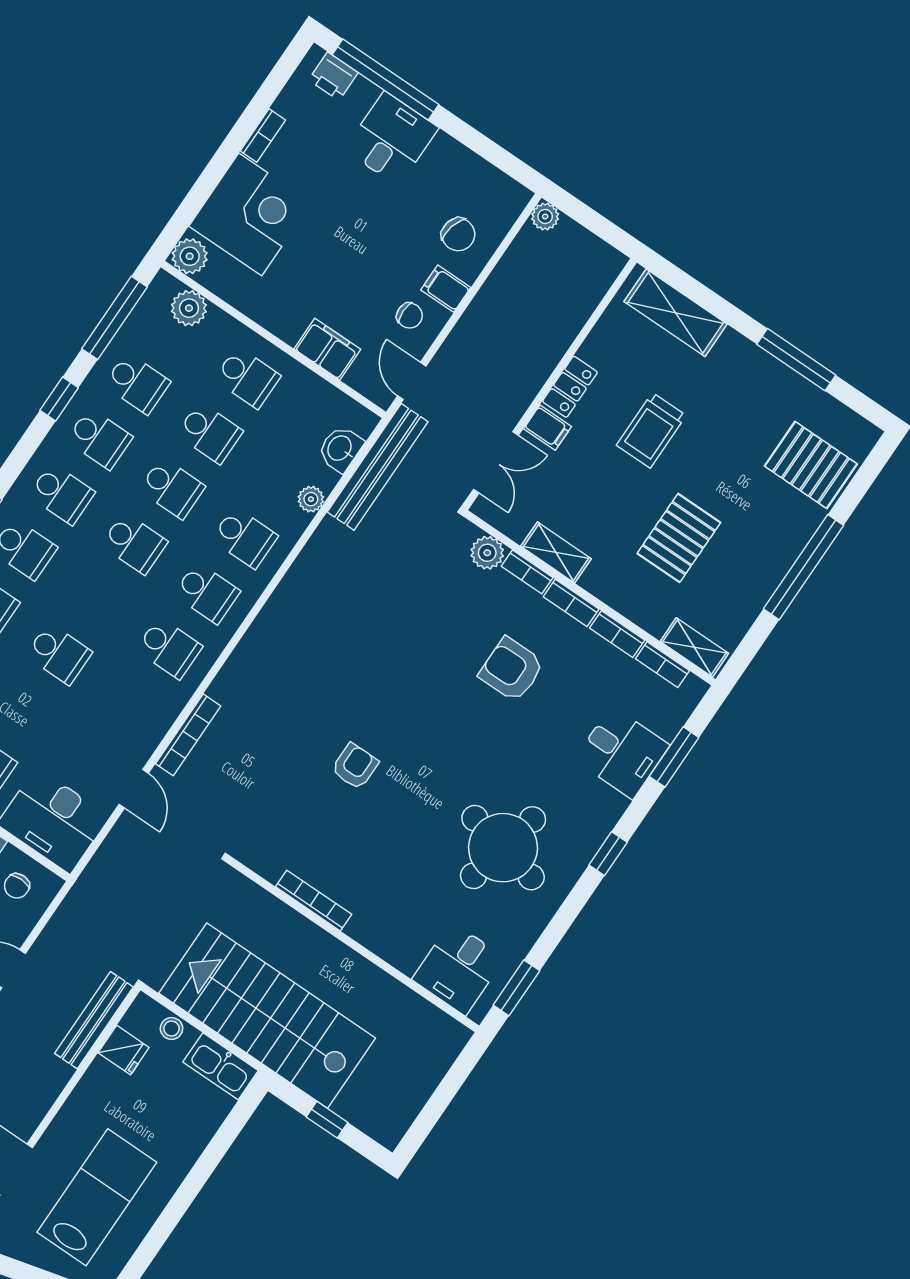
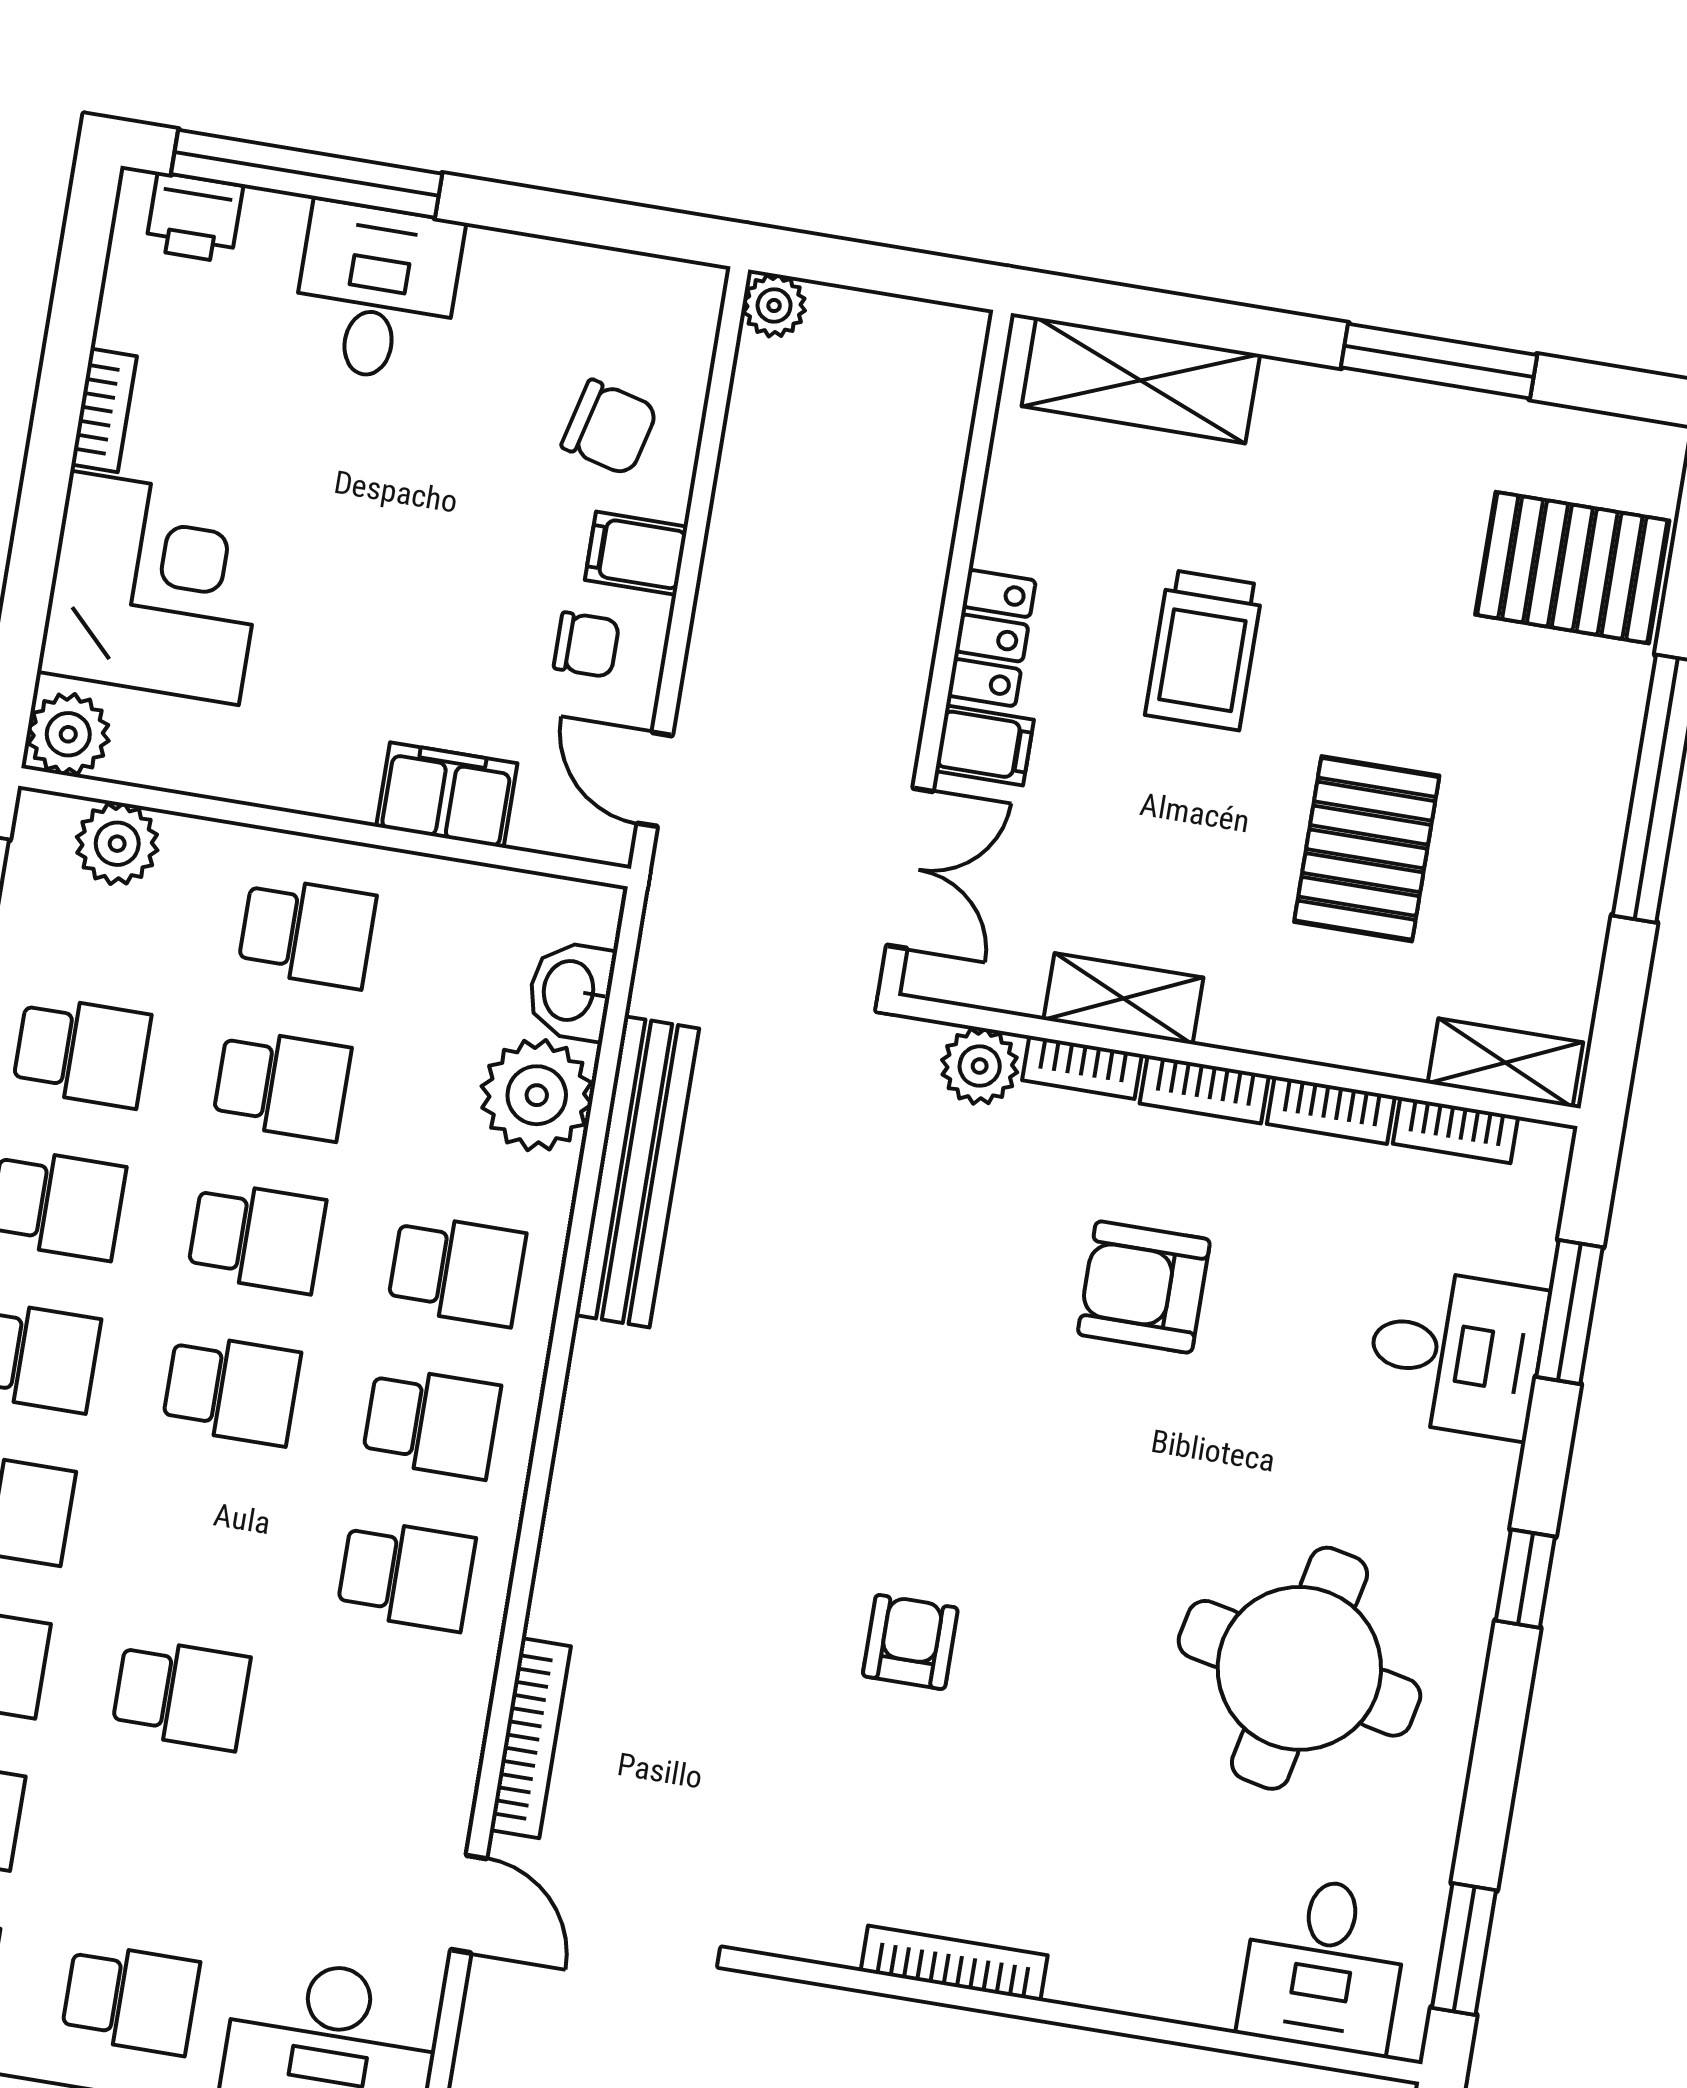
bench: (378, 467) -> (637, 1172), moved
plant: (311, 499) -> (537, 1095), width x1.87, depth x1.87

